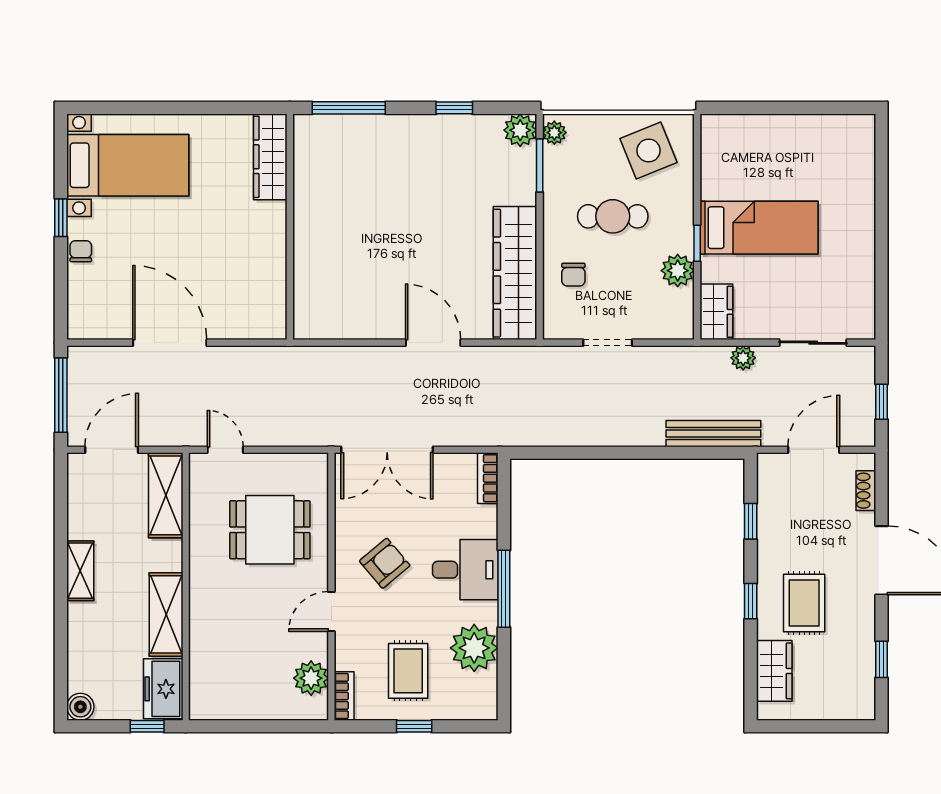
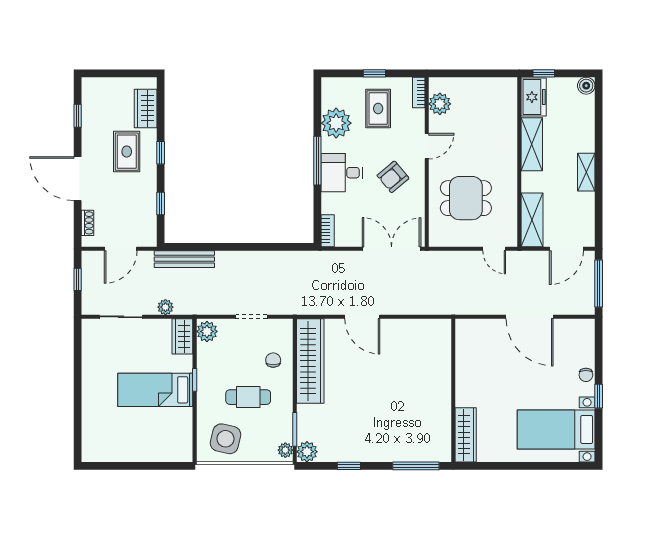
side table: (649, 151) -> (225, 439), turned 35
plant: (678, 271) -> (207, 331), moved

